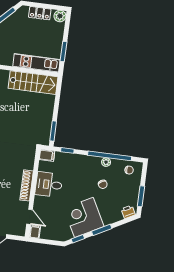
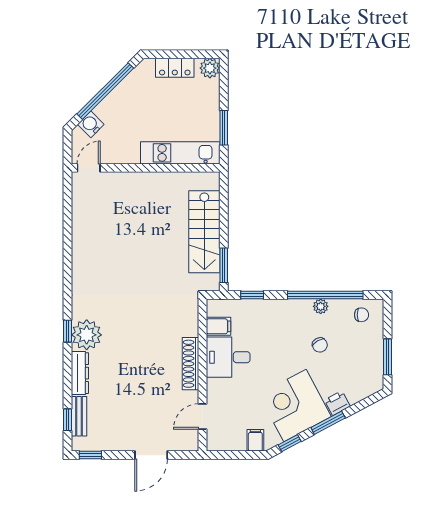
stairs: (33, 83) -> (204, 232), moved, turned 90
filing cabinet: (47, 155) -> (219, 326), moved
printer: (128, 212) -> (337, 403), moved
door: (30, 217) -> (202, 416), swing flipped
filing cabinet: (35, 231) -> (255, 440), moved

